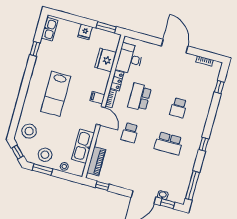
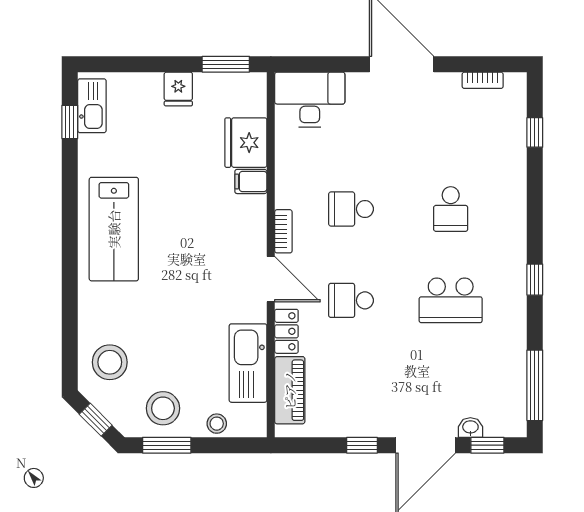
window: (35, 49) -> (70, 122), moved
desk: (130, 59) -> (310, 100), moved, turned 90
locker: (117, 81) -> (286, 331), moved
lab bench: (56, 94) -> (114, 229), moved
school desk: (140, 97) -> (351, 209), width x0.54
filing cabinet: (97, 98) -> (251, 181), moved
school desk: (130, 133) -> (351, 300), turned 90
window: (102, 186) -> (362, 445), moved

